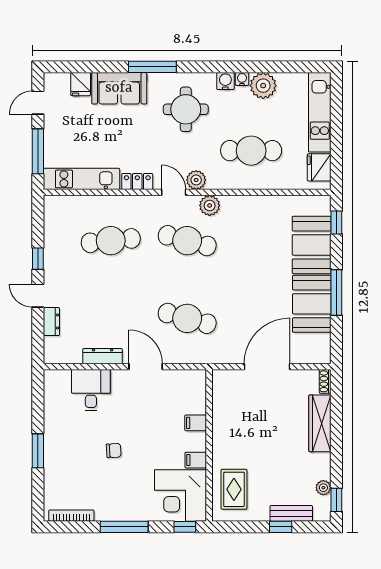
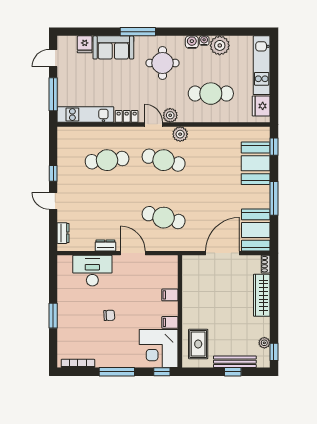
booth: (312, 304) -> (256, 230), moved
dresser: (51, 321) -> (63, 233), moved
dresser: (103, 356) -> (105, 245), width x0.70
desk: (91, 390) -> (92, 271), width x1.37
bench: (291, 513) -> (235, 362), width x1.36

